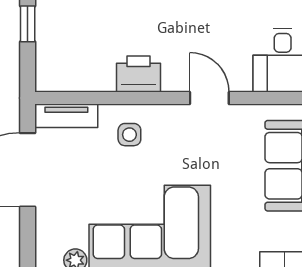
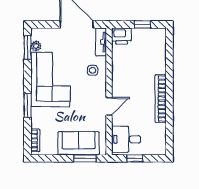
printer: (139, 74) -> (122, 36), moved, turned 90

